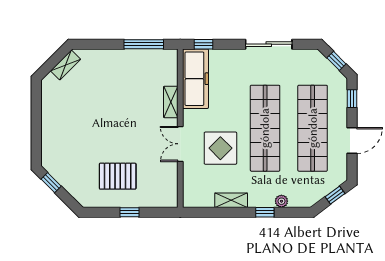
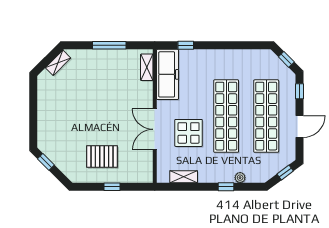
window: (144, 44) -> (109, 45), moved
window: (204, 44) -> (186, 45), moved
sliding door: (269, 44) -> (229, 45), removed
shelving: (171, 102) -> (147, 67), moved
double door: (180, 144) -> (155, 129), width x1.37
shelving: (231, 200) -> (184, 177), moved

